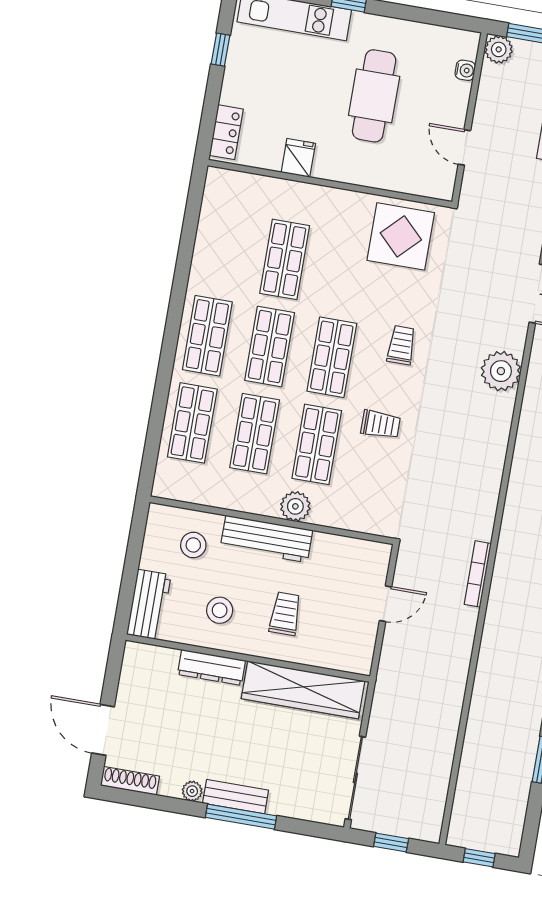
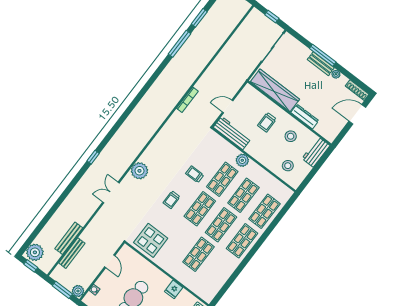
workbench: (267, 539) -> (232, 133), moved
door: (103, 730) -> (357, 114), swing flipped

